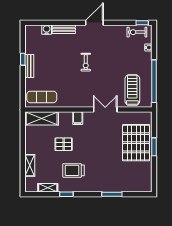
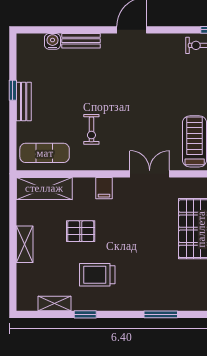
exercise bike: (86, 62) -> (91, 129), moved
shelving: (30, 165) -> (25, 244), moved

